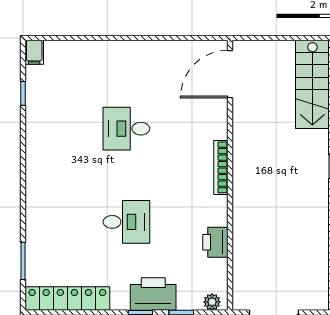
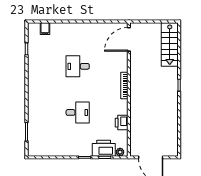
filing cabinet: (34, 52) -> (45, 29), moved
printer: (153, 294) -> (104, 148), moved
locker: (67, 298) -> (48, 150), removed

